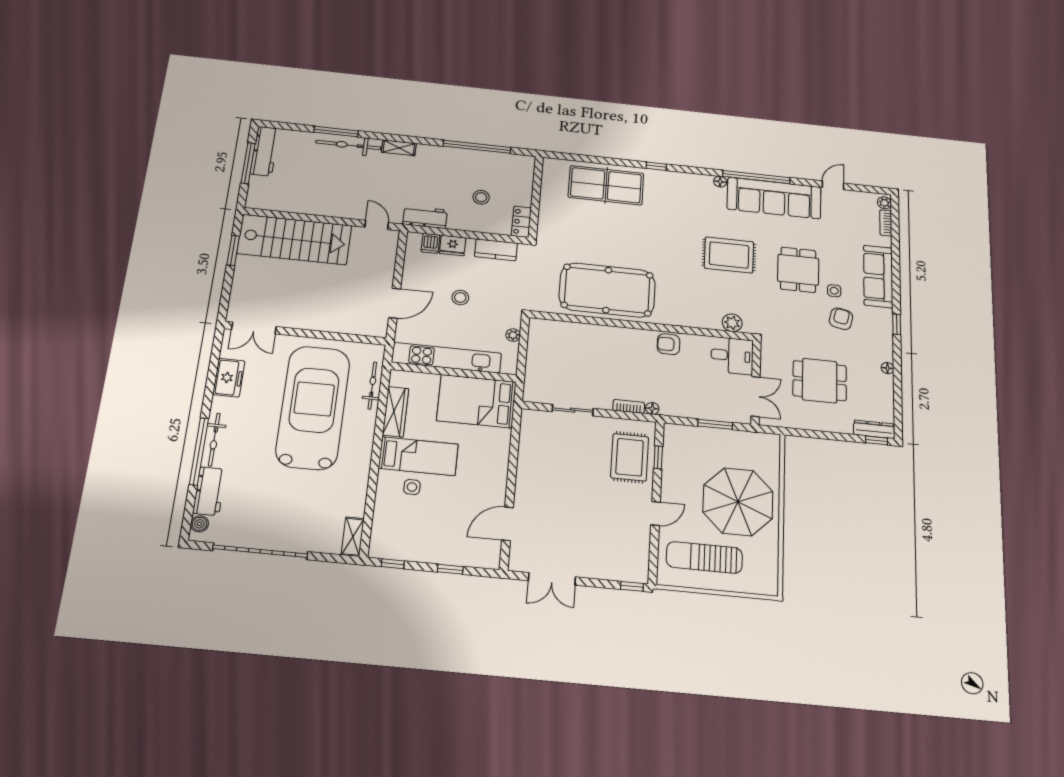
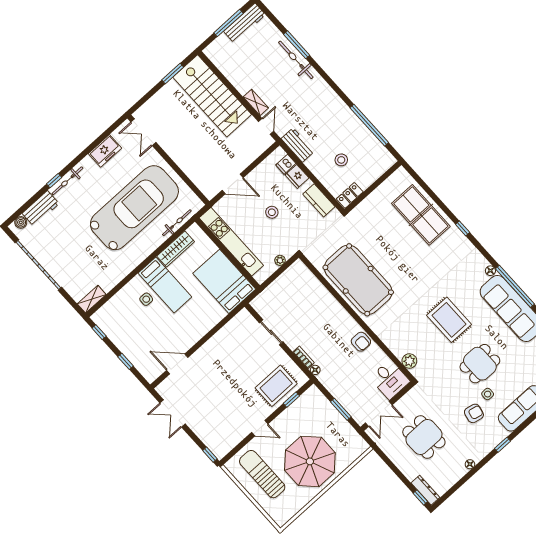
shelving: (399, 148) -> (256, 102), moved
armchair: (669, 344) -> (361, 342), turned 180
window: (199, 451) -> (54, 181), width x0.32

